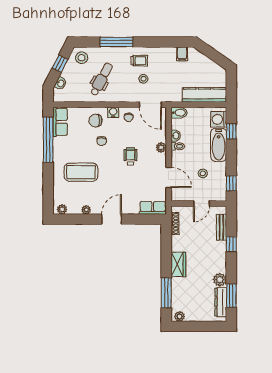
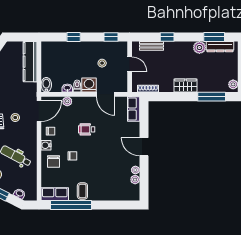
washing machine: (219, 119) -> (89, 85), moved, turned 180
window: (231, 131) -> (74, 37), moved
bathtub: (219, 145) -> (76, 49), removed
plant: (161, 147) -> (67, 101), moved
coffee table: (81, 172) -> (82, 191), moved, width x0.54, depth x0.58
door: (169, 177) -> (106, 94), swing flipped
plant: (62, 209) -> (135, 180), moved

